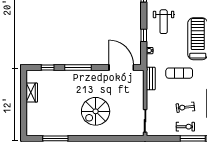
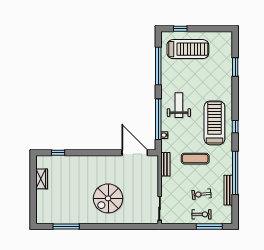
weight bench: (164, 22) -> (179, 105), turned 180
window: (144, 35) -> (158, 119), width x3.17
window: (78, 67) -> (90, 153), removed

